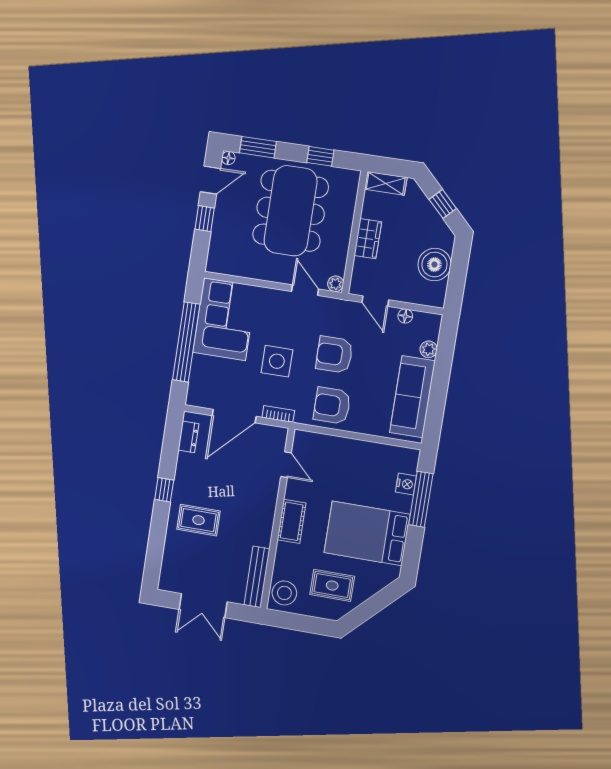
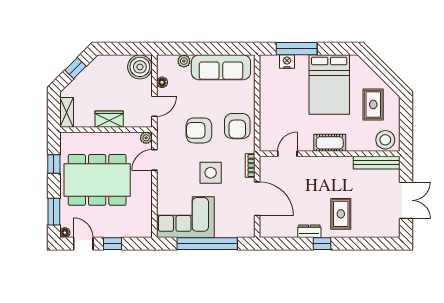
boiler: (434, 265) -> (140, 67), moved
armchair: (334, 355) -> (199, 130), turned 90
dresser: (188, 437) -> (309, 231), moved

